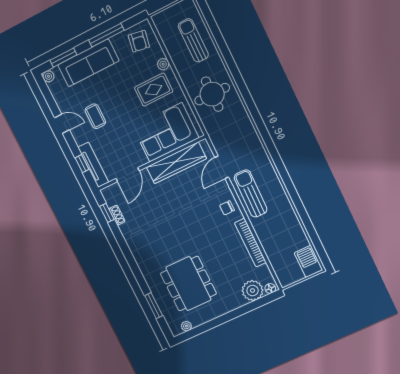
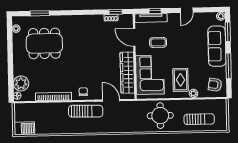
coffee table: (95, 116) -> (158, 42), moved

